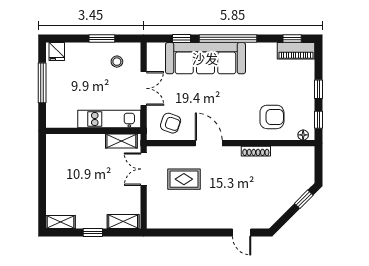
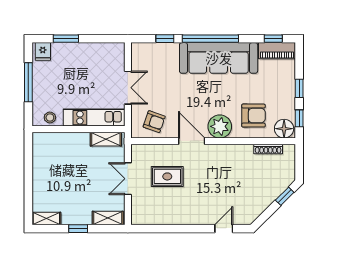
window: (102, 39) -> (66, 39), moved
sofa: (205, 58) -> (219, 58), moved
stool: (117, 62) -> (50, 118), moved
plant: (238, 128) -> (220, 126), added
floor lamp: (303, 135) -> (284, 129), width x1.89, depth x1.89
shoe rack: (256, 151) -> (268, 149), moved
double door: (144, 169) -> (128, 179), moved
door: (242, 232) -> (224, 229), swing flipped

